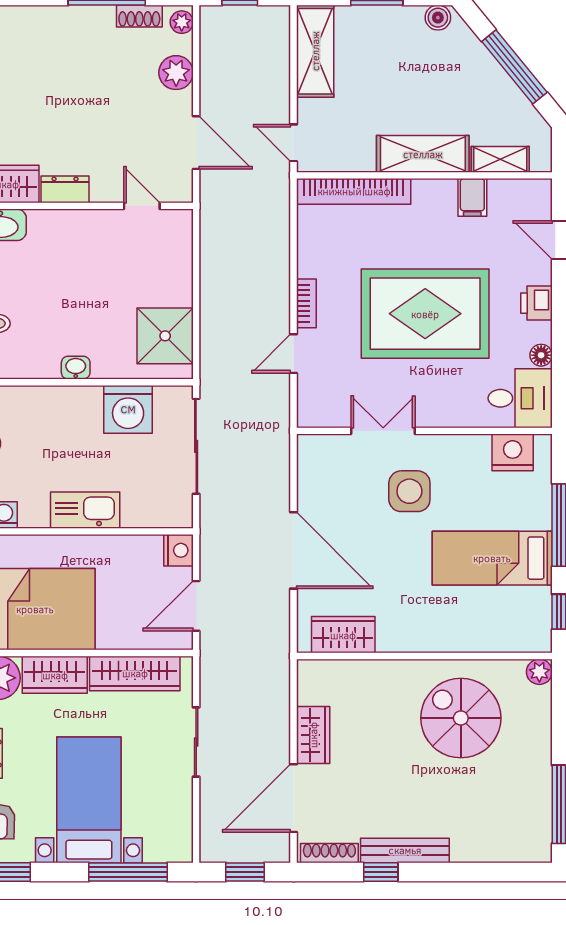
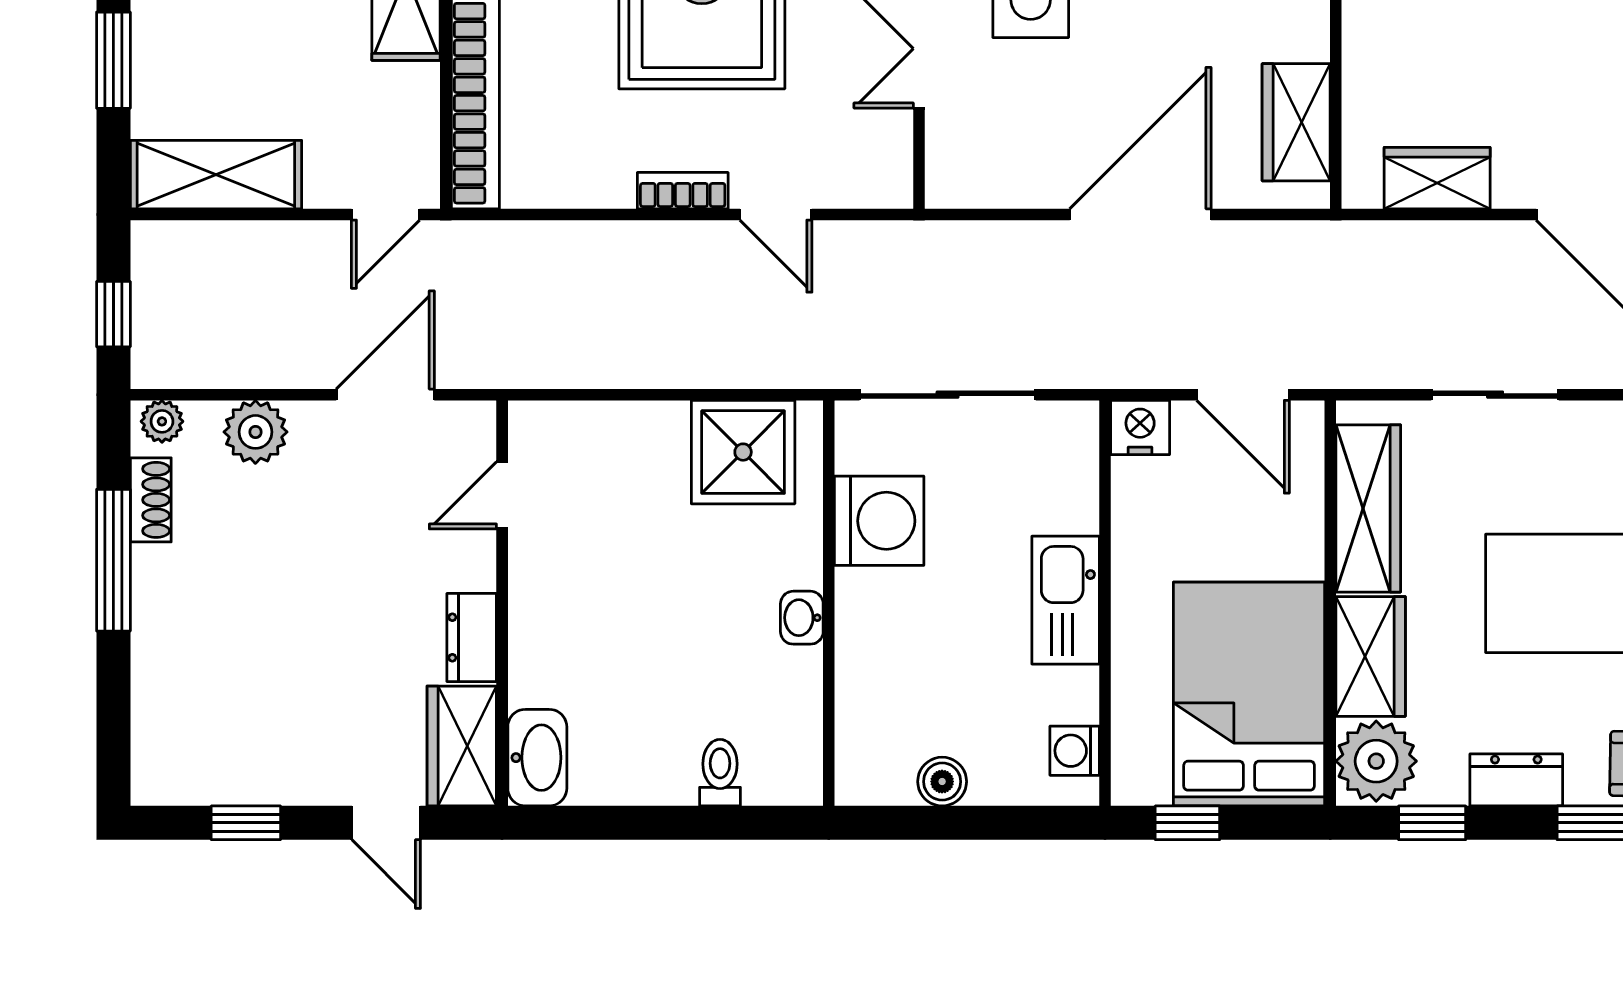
wardrobe: (313, 735) -> (1437, 178), moved

